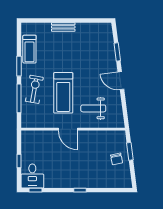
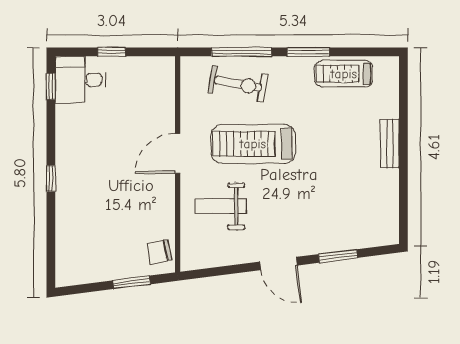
door: (121, 81) -> (278, 264), swing flipped
exercise bike: (34, 89) -> (238, 84), moved
weight bench: (93, 108) -> (221, 206), turned -90
chair: (117, 159) -> (159, 252), moved

